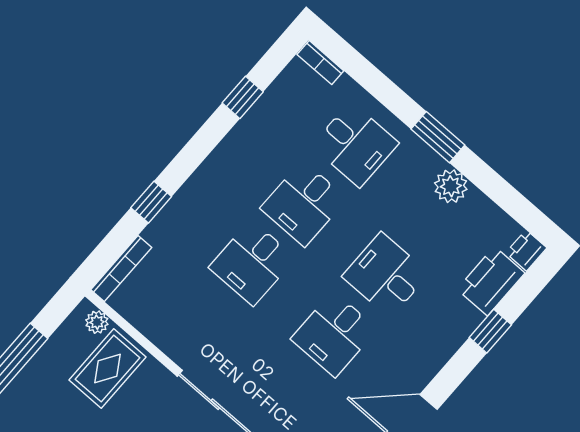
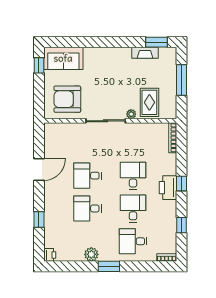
window: (151, 202) -> (181, 183), moved
desk: (386, 275) -> (87, 208), turned 180
printer: (491, 281) -> (168, 188), moved, turned 180
plant: (97, 322) -> (131, 114), moved
desk: (334, 334) -> (87, 176), turned -90

